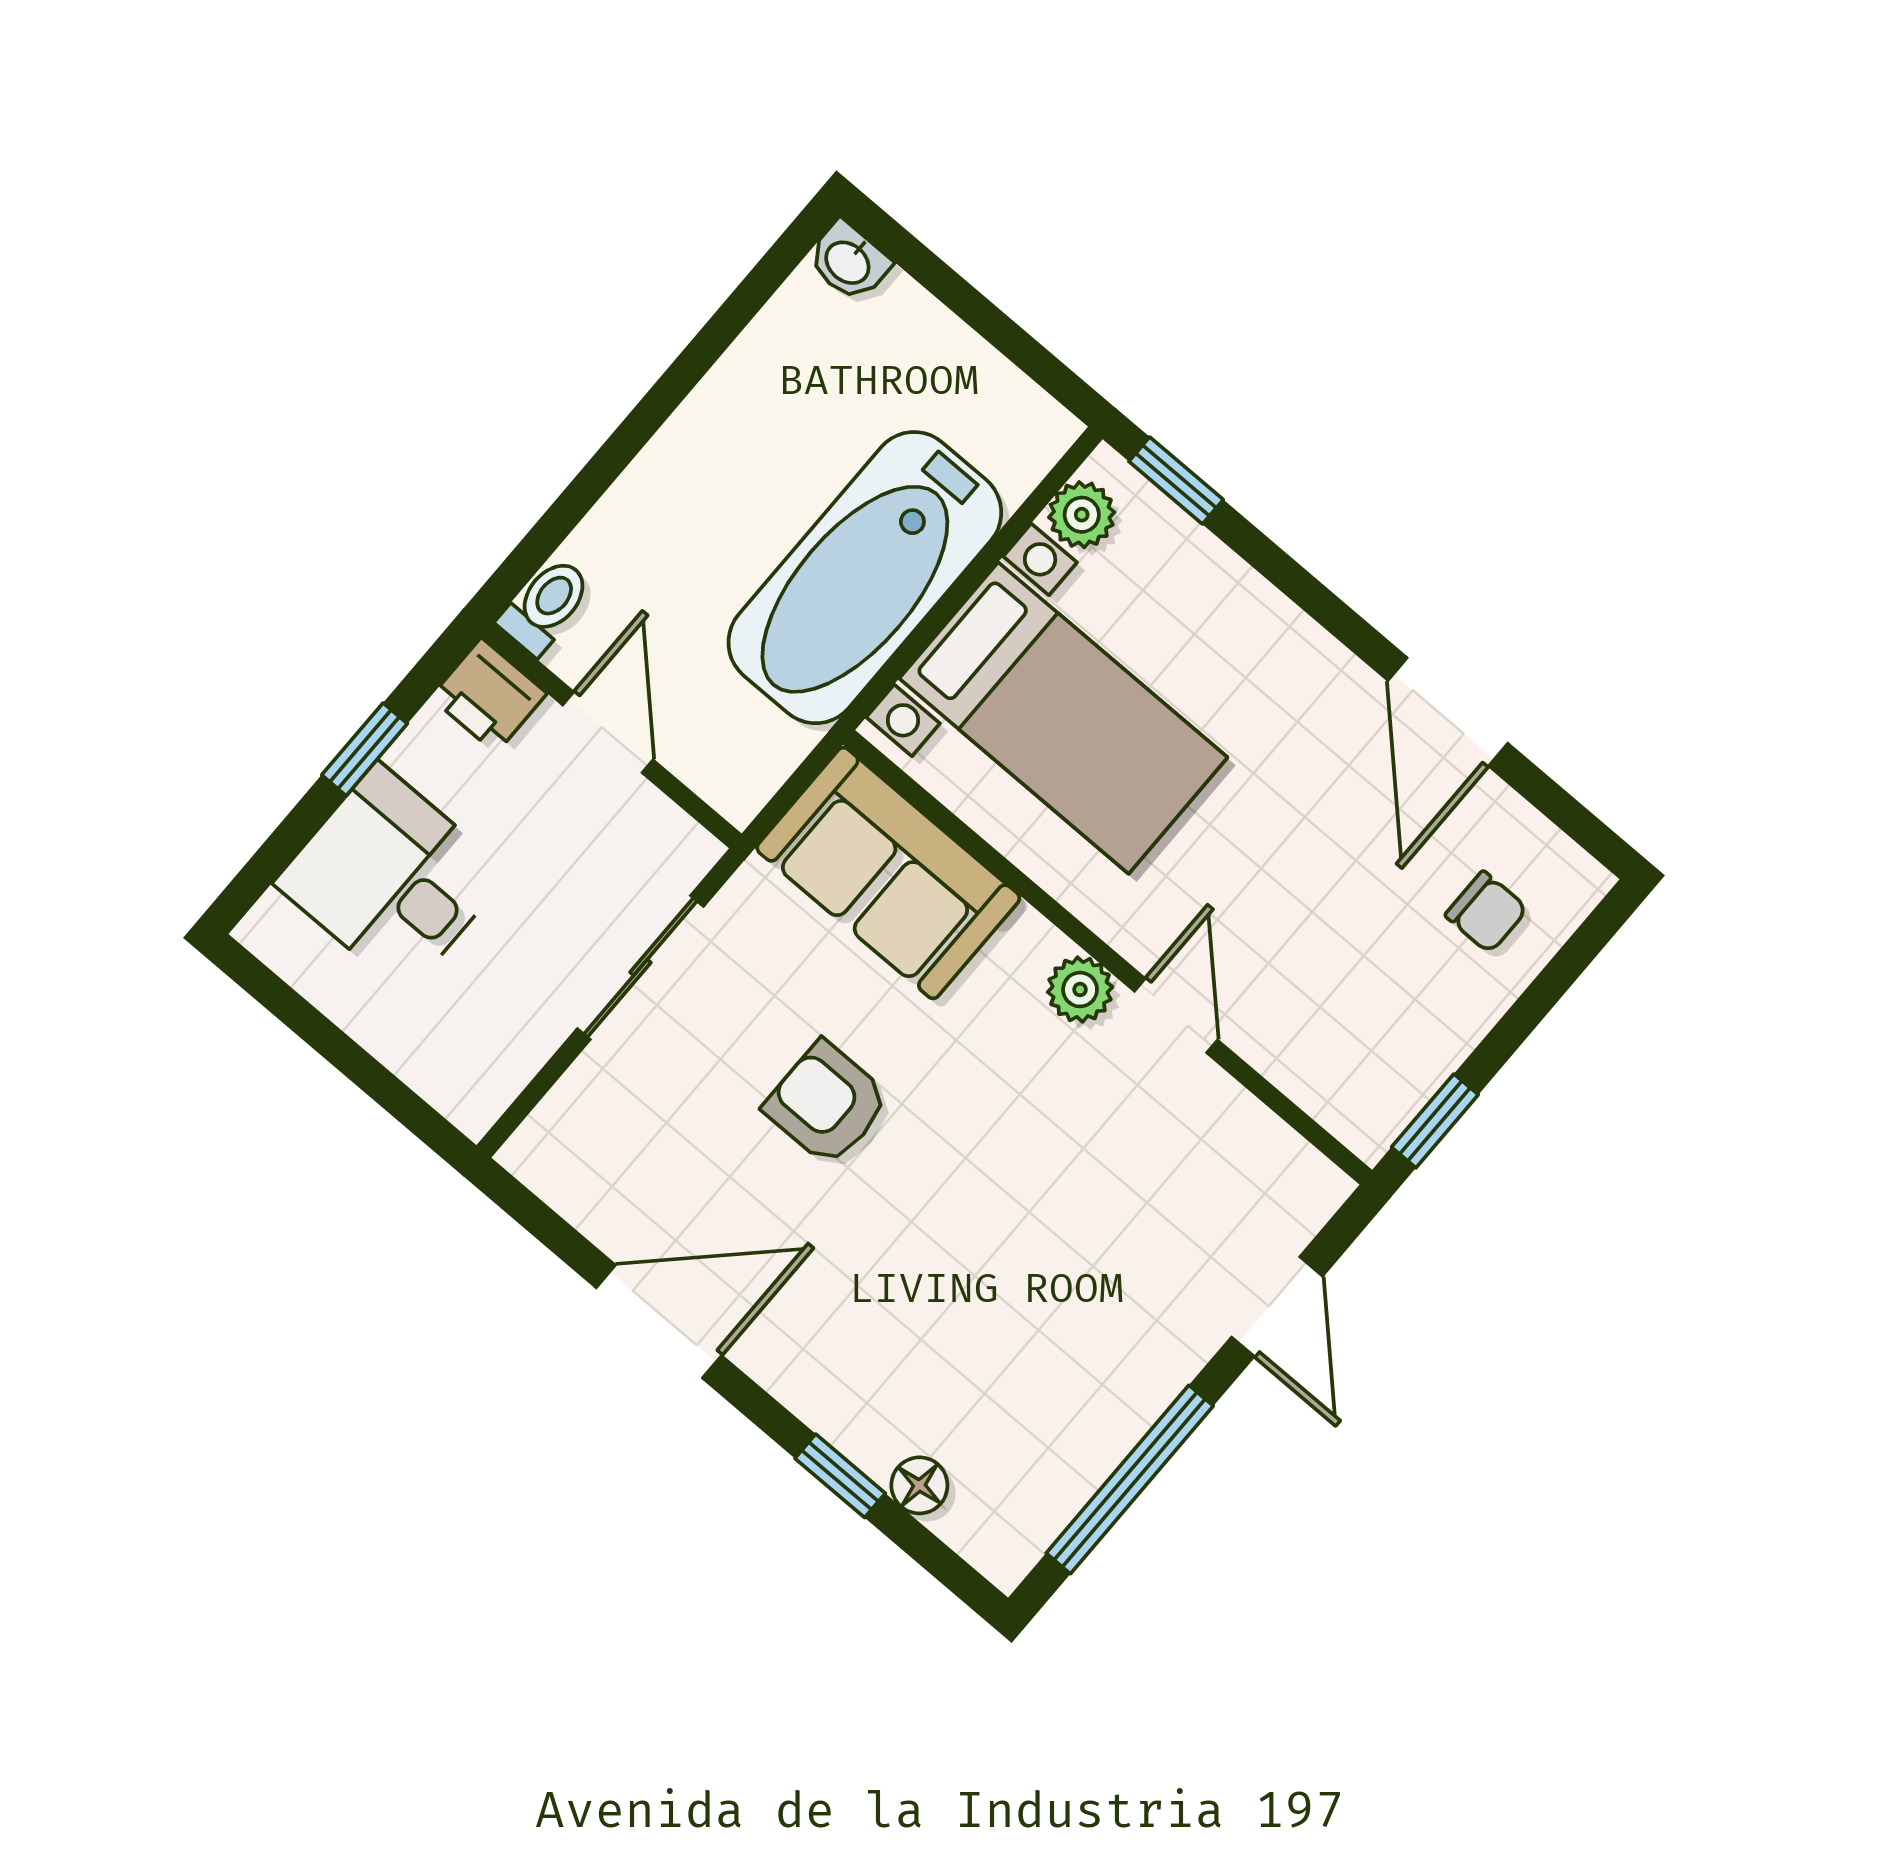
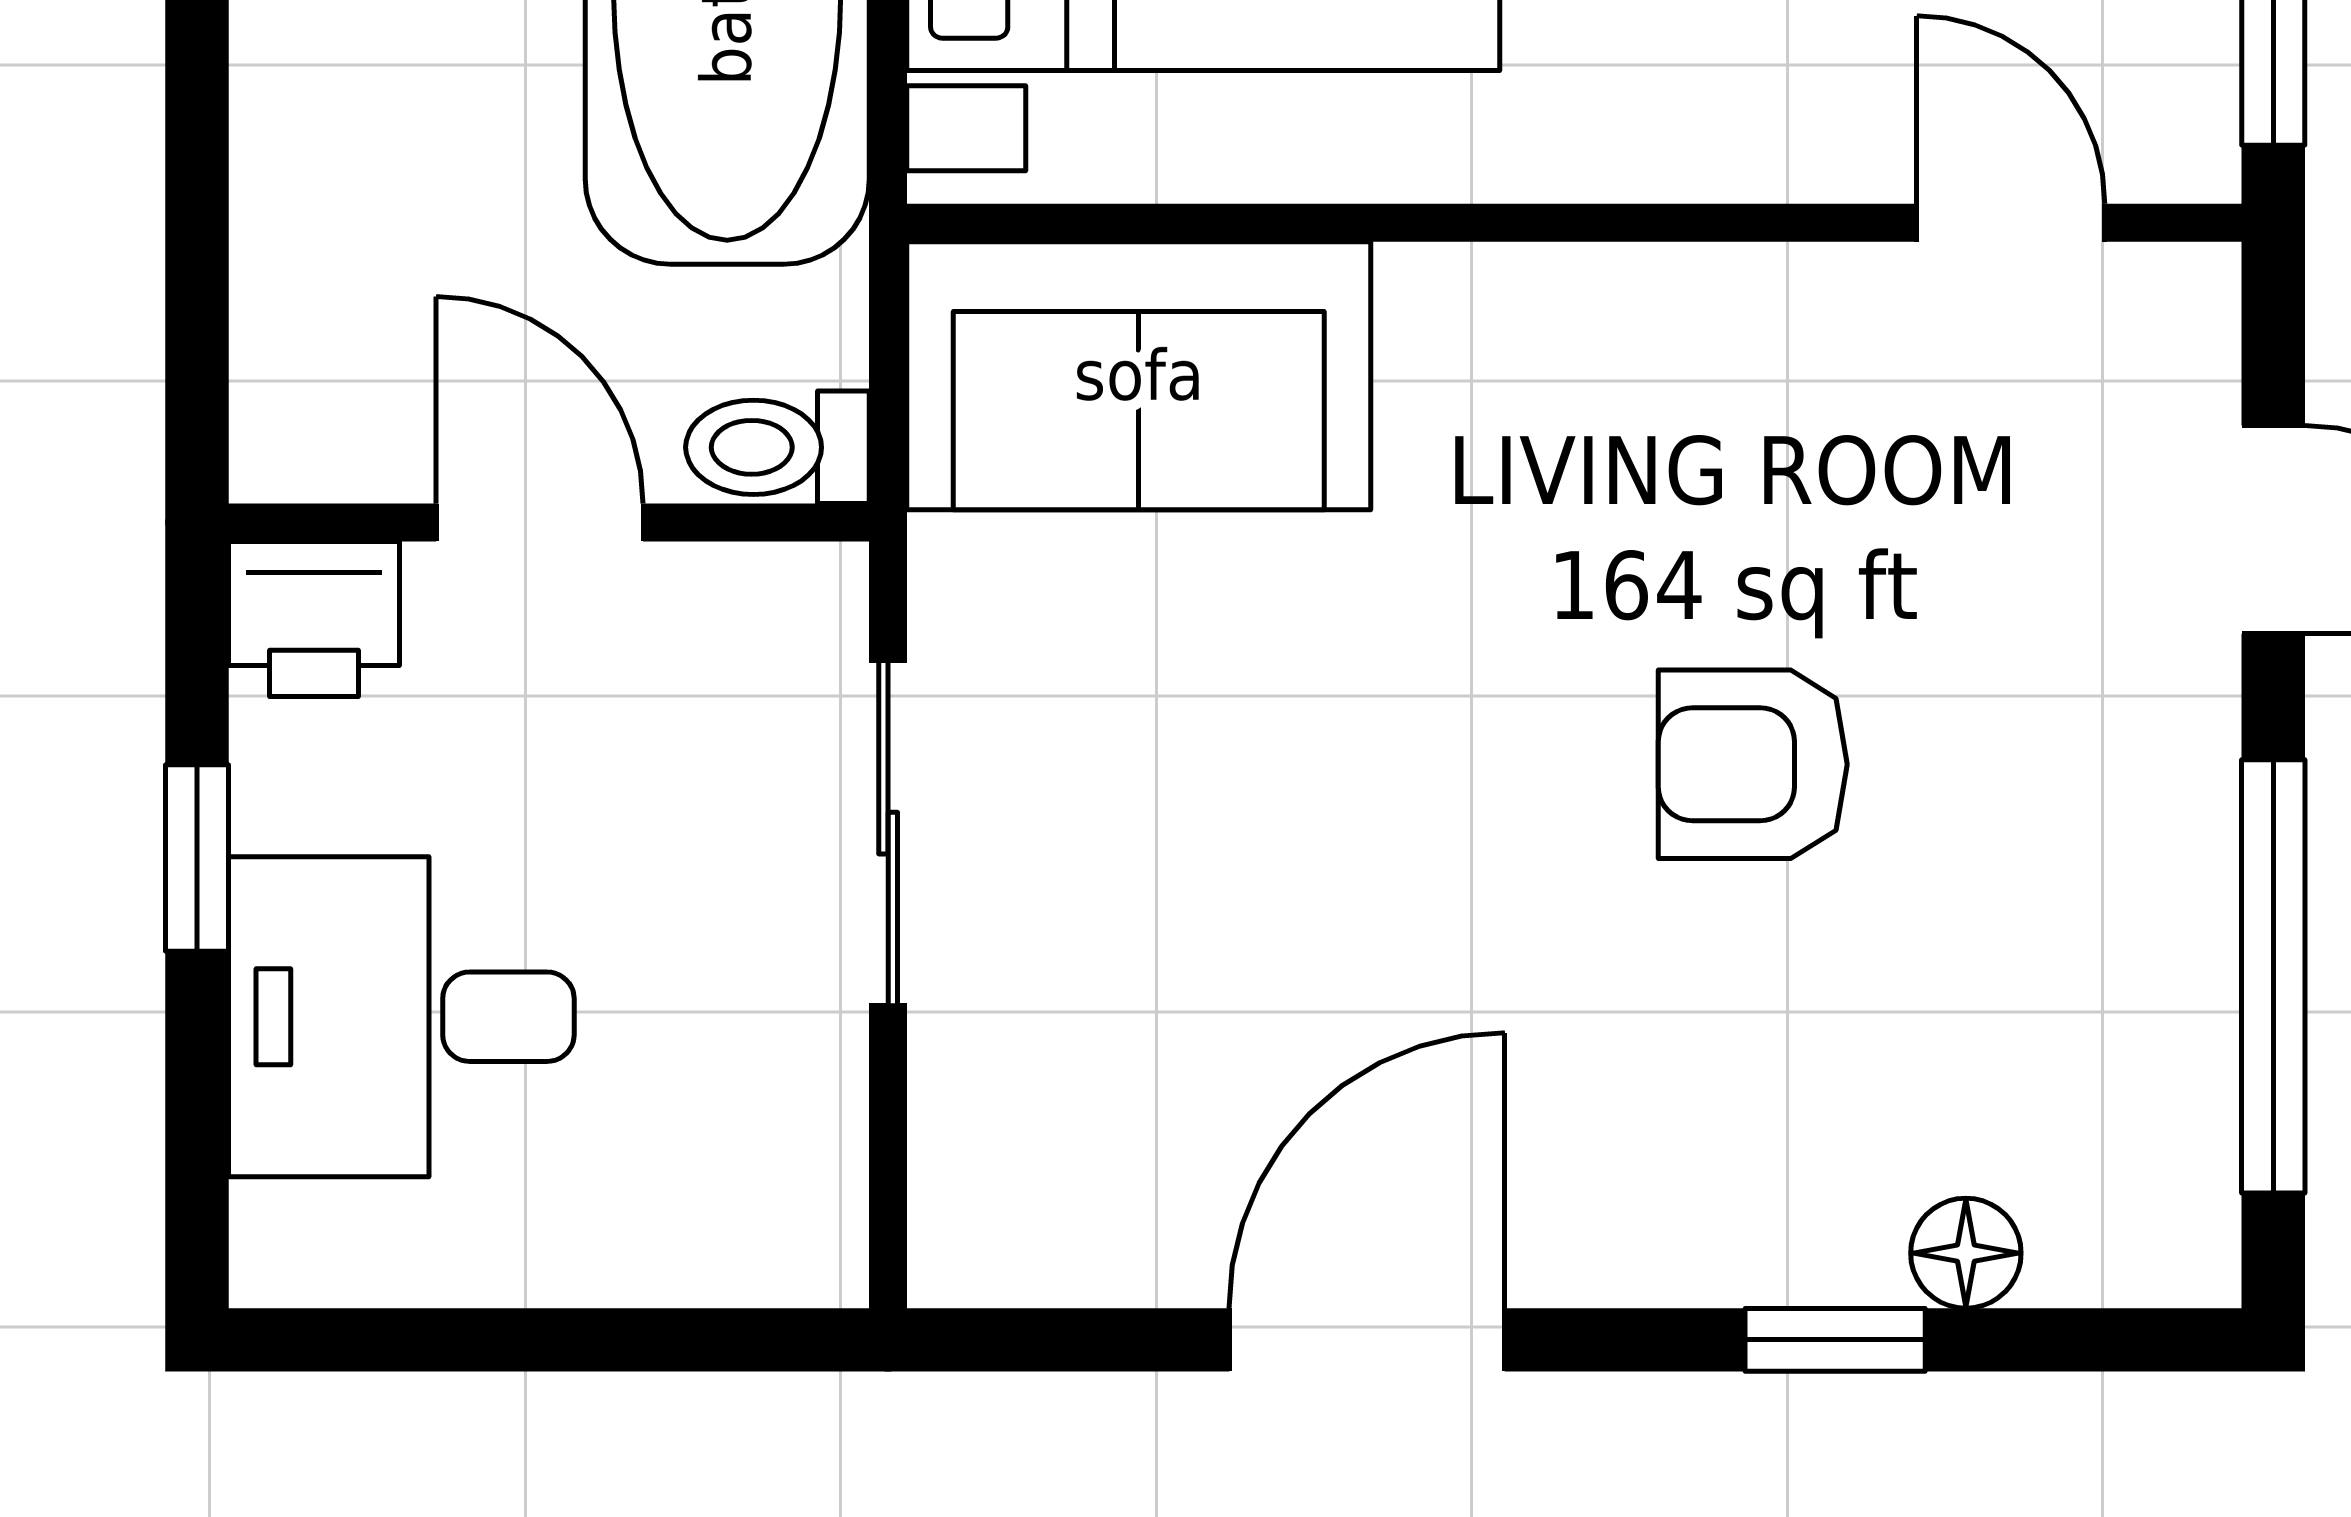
toilet: (546, 606) -> (777, 447), moved, turned -90
plant: (1080, 990) -> (1574, 306), removed
door: (1176, 1016) -> (2011, 223), moved
armchair: (827, 1103) -> (1753, 764), moved

